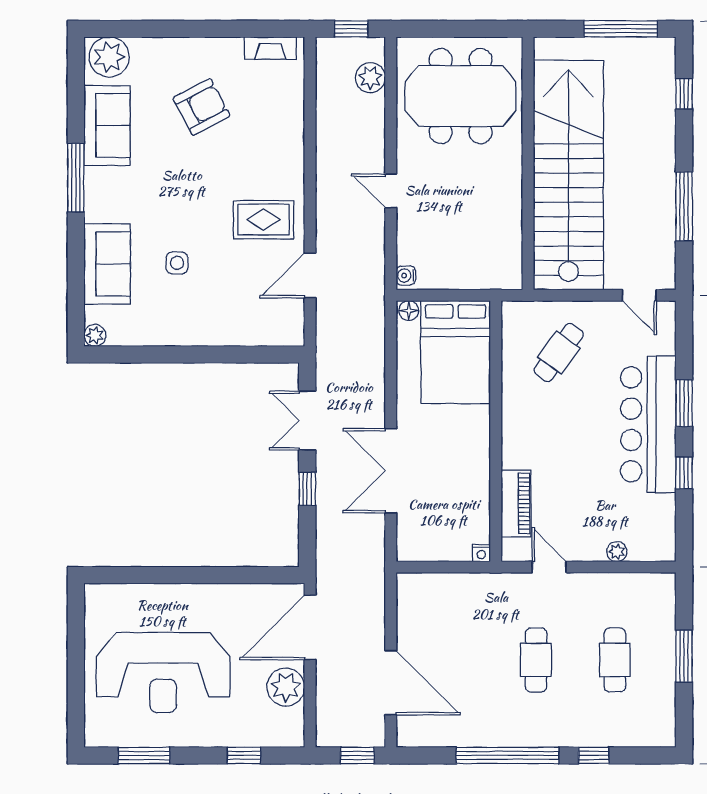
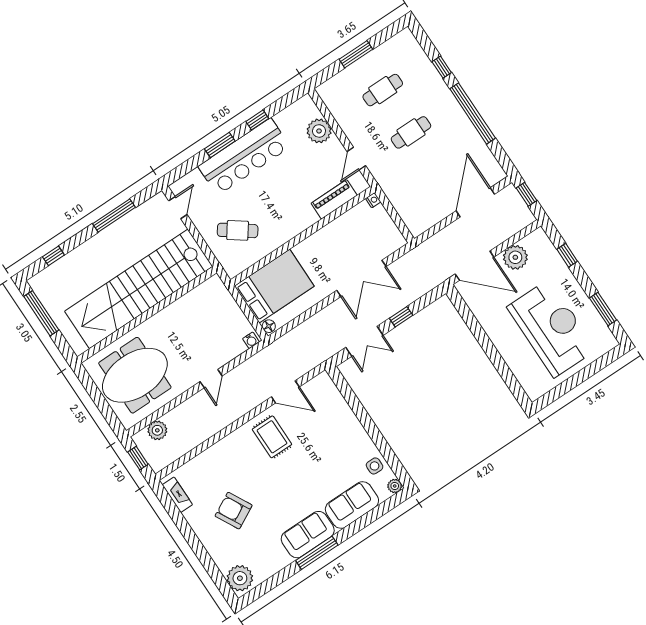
meeting table: (461, 96) -> (135, 375), turned 90
sofa: (107, 126) -> (308, 535), moved
side table: (177, 263) -> (375, 466), moved
plant: (617, 552) -> (319, 131), width x1.88, depth x1.88

